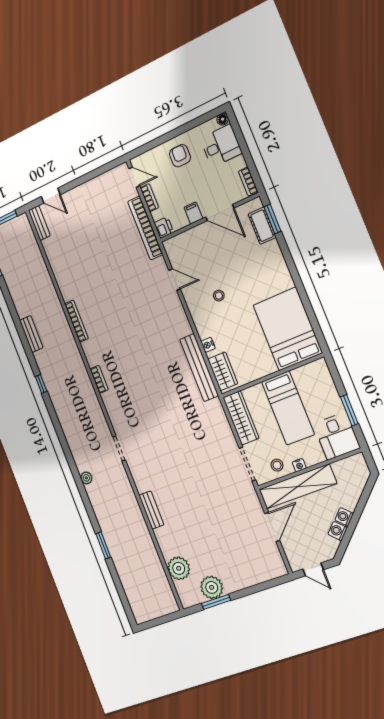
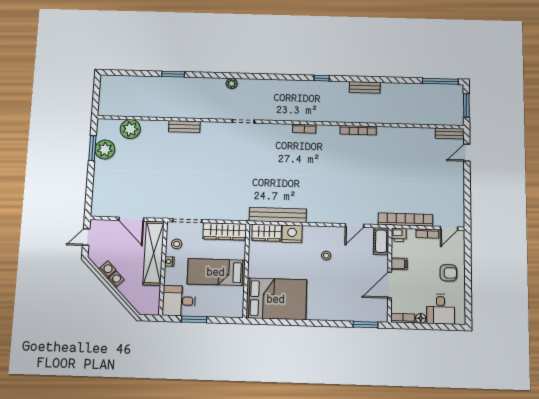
floor lamp: (223, 119) -> (421, 318), moved
cot: (262, 226) -> (381, 241), moved, turned 90
nightstand: (208, 345) -> (292, 234), width x1.89, depth x1.79

